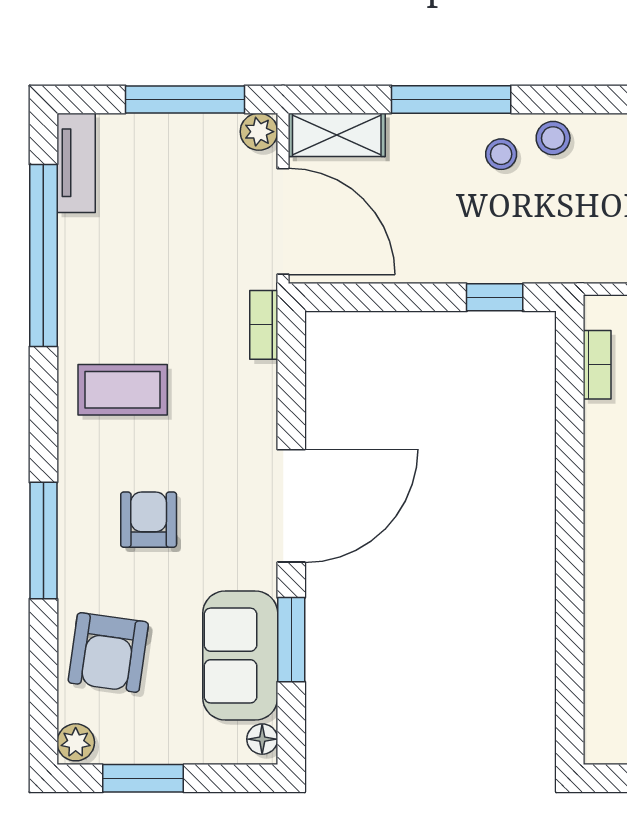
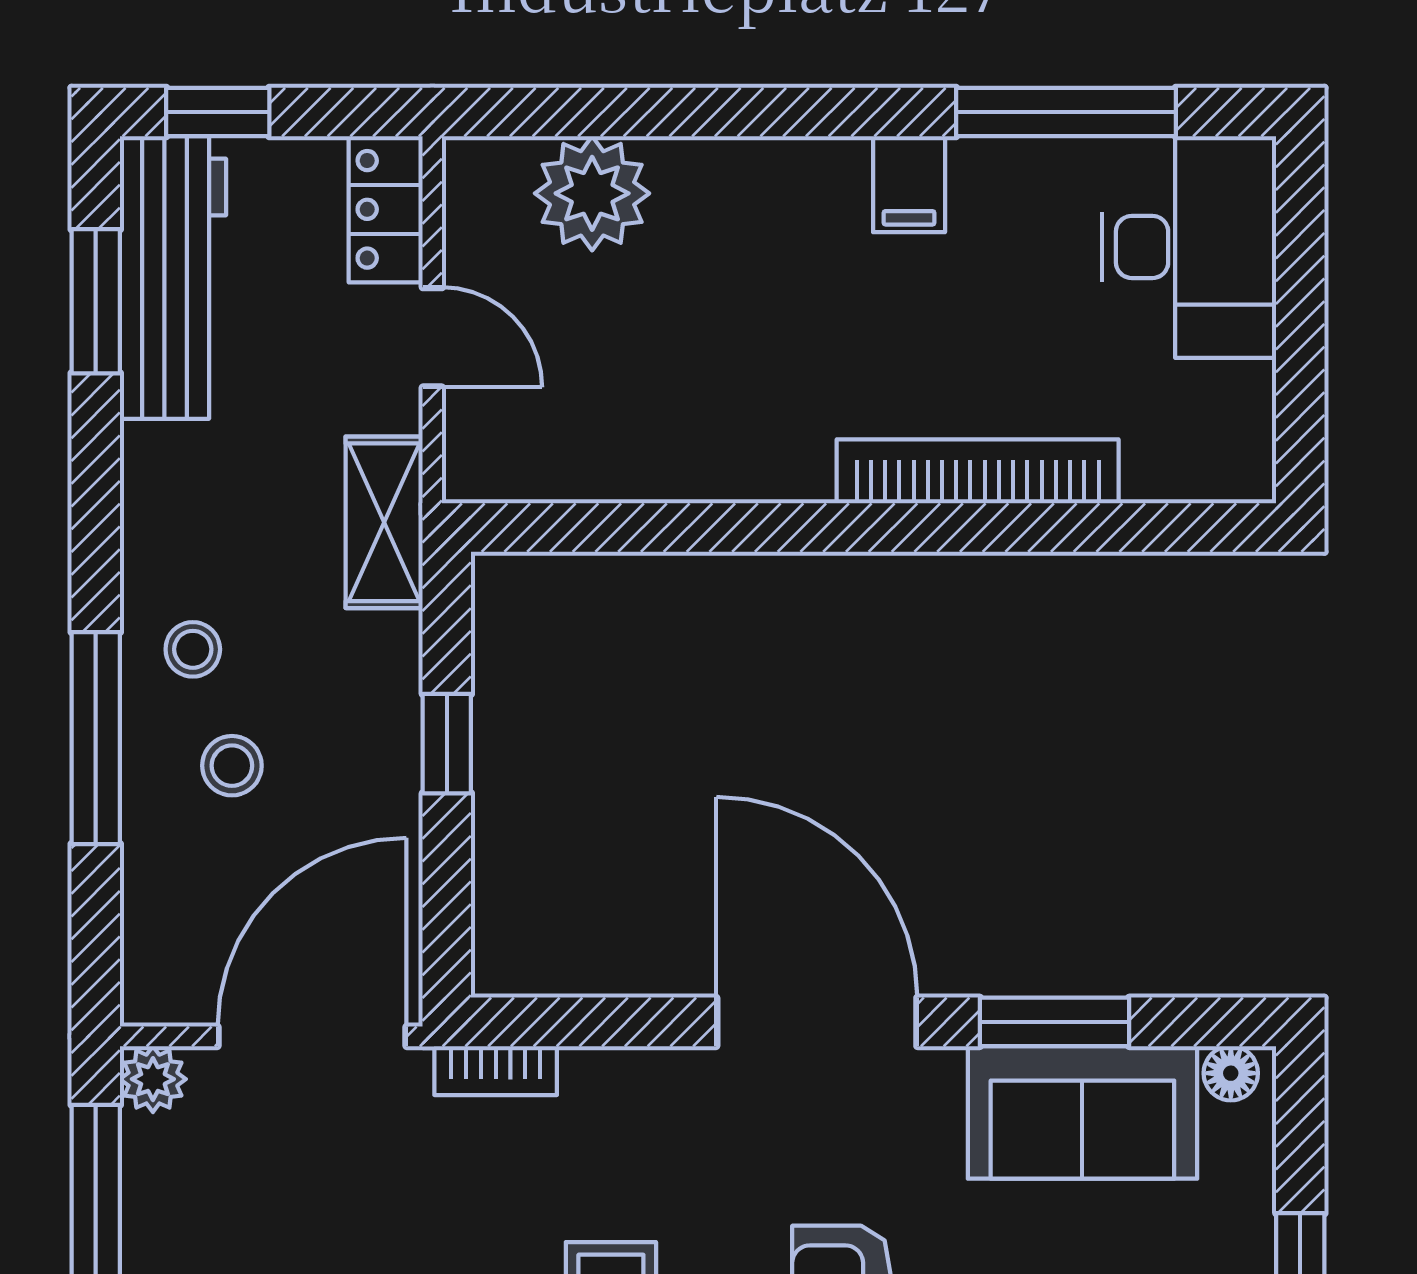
shelving: (337, 135) -> (384, 522), moved
stool: (553, 138) -> (232, 766), moved
window: (495, 297) -> (447, 744), moved
bookcase: (597, 365) -> (978, 471), moved, width x2.31, depth x1.31

